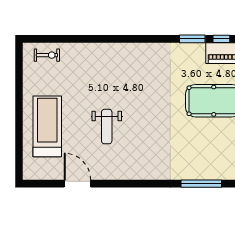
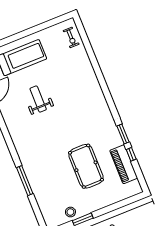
weight bench: (107, 127) -> (38, 99), turned 90

